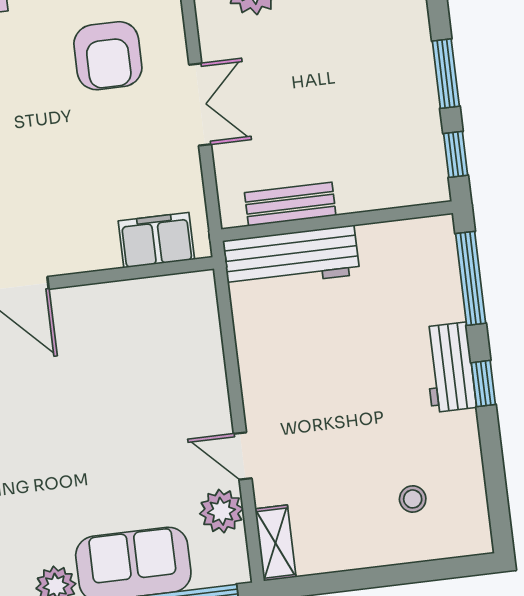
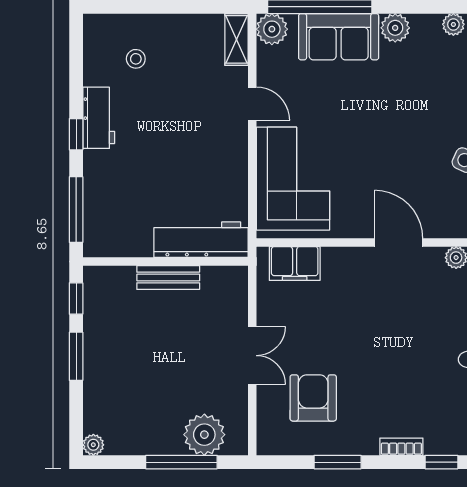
double door: (200, 104) -> (252, 356), swing flipped
bench: (290, 204) -> (168, 278), moved
corner sofa: (173, 358) -> (293, 179), added
workbench: (449, 367) -> (99, 118), moved
plant: (221, 511) -> (272, 29), moved

